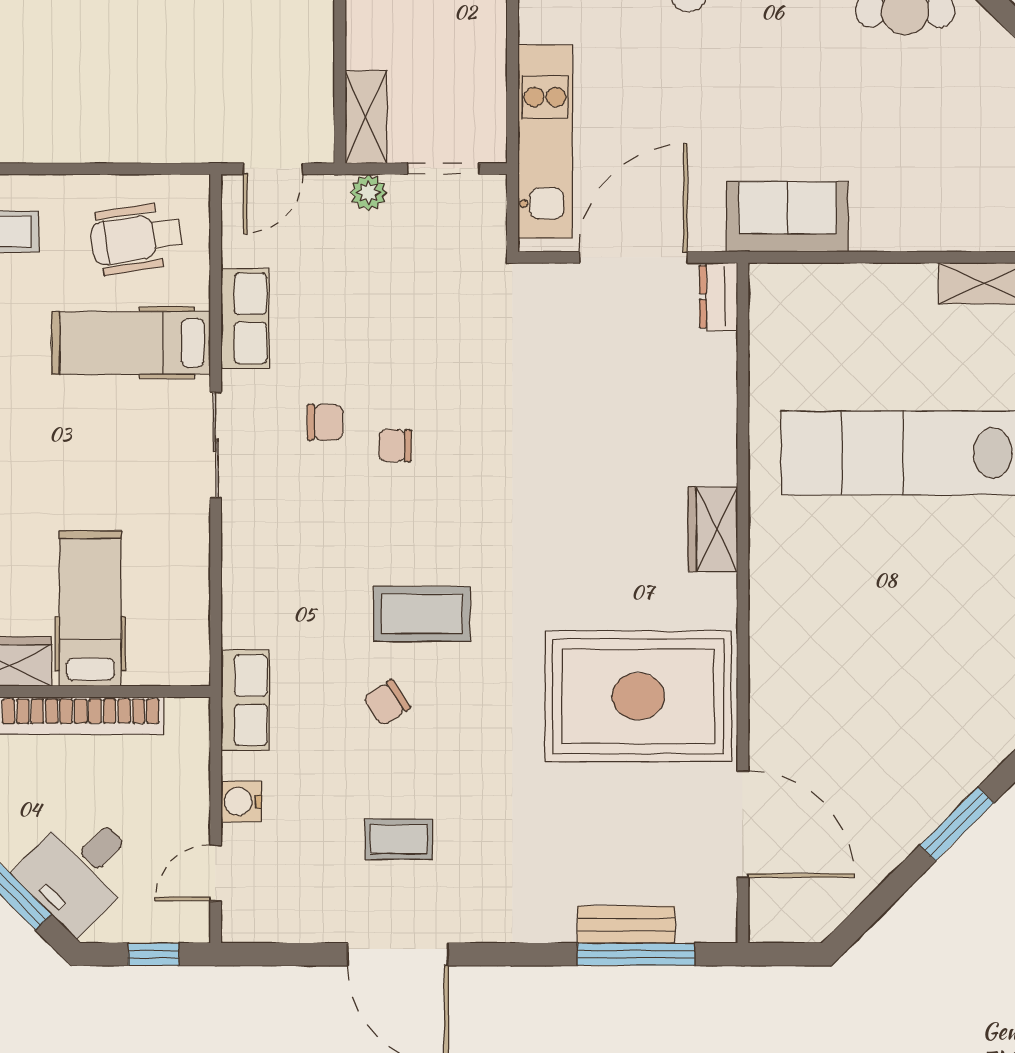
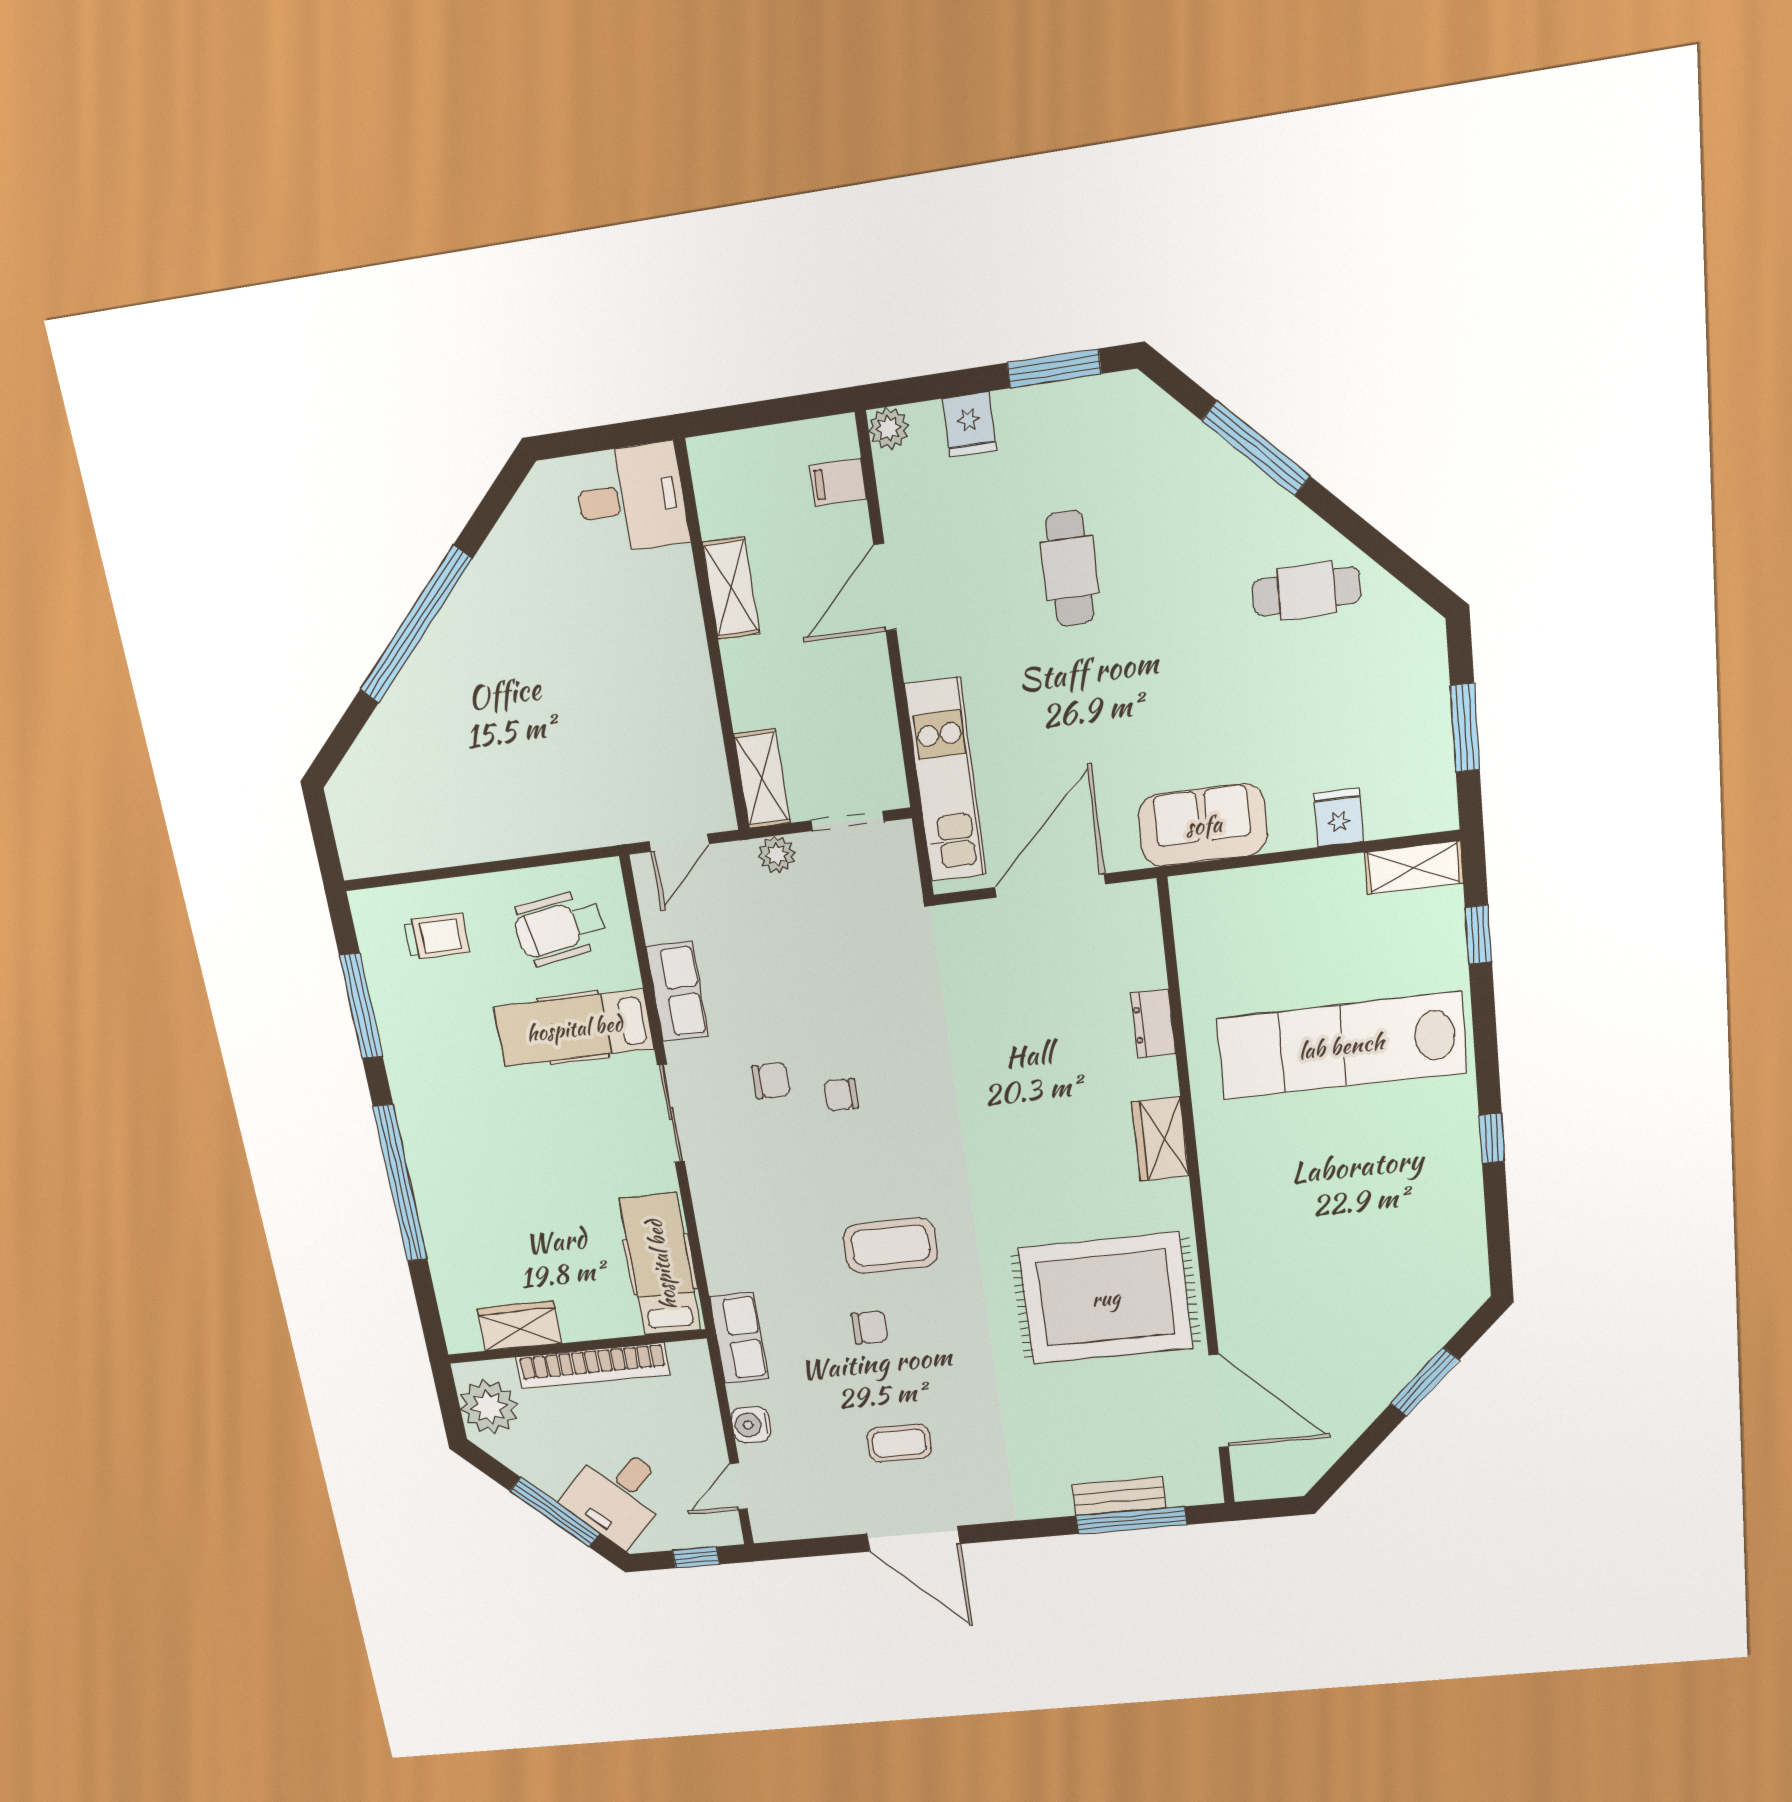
fridge: (917, 226) -> (1339, 818), added
dresser: (718, 297) -> (1153, 1024), moved
hospital bed: (90, 608) -> (661, 1265), moved
chair: (387, 703) -> (870, 1327), turned -147

